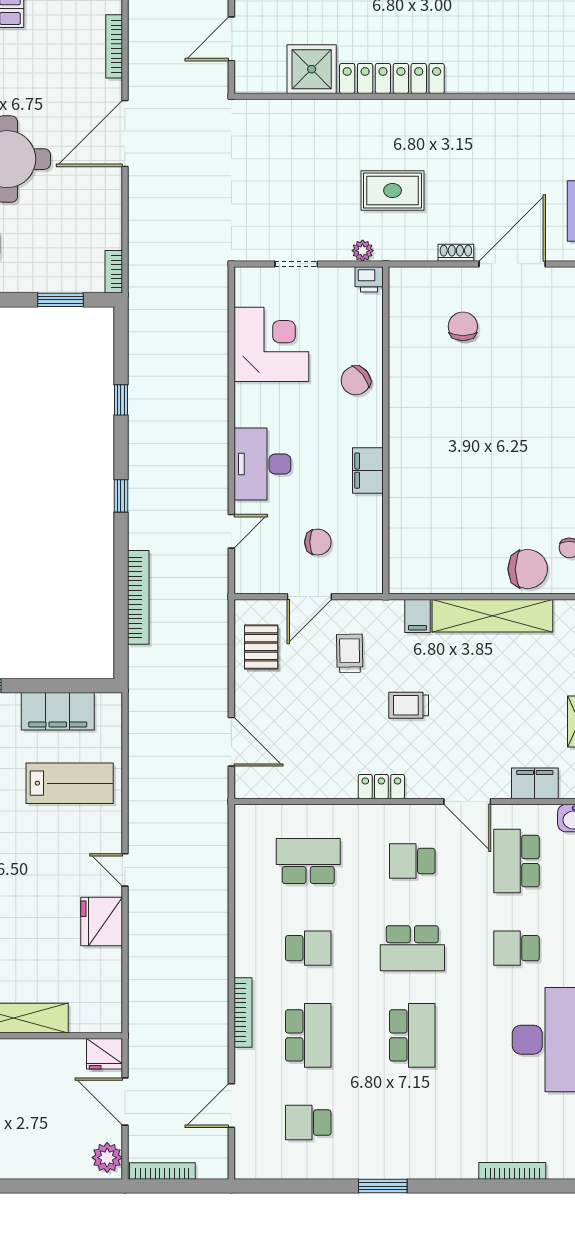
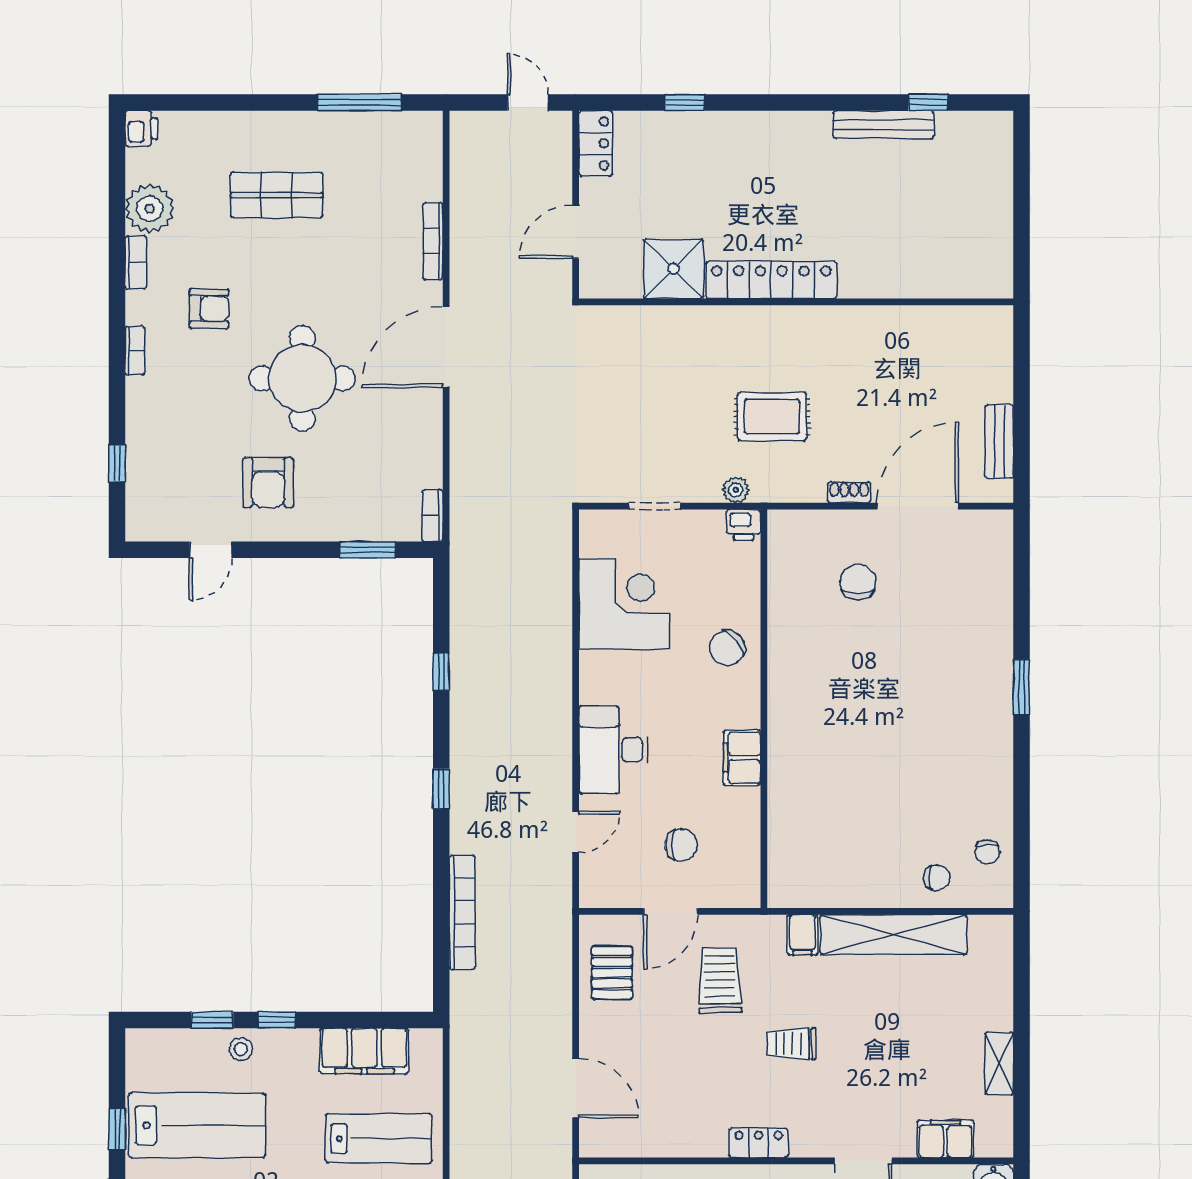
chair: (528, 569) -> (937, 878), width x0.54, depth x0.54
trolley: (350, 653) -> (720, 980), width x1.36, depth x1.39

